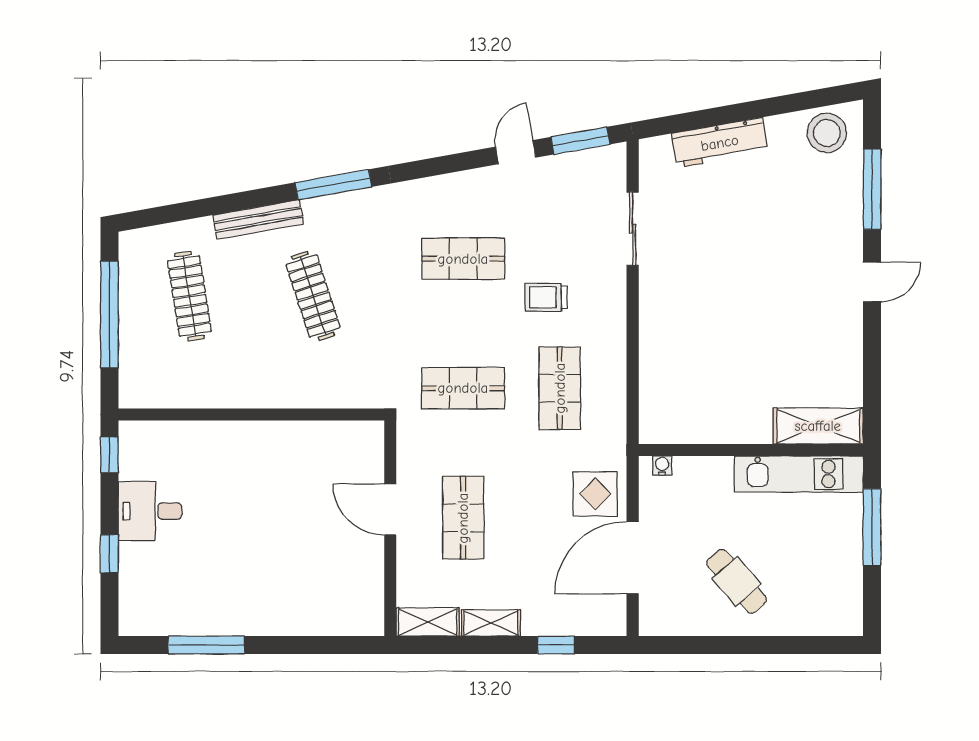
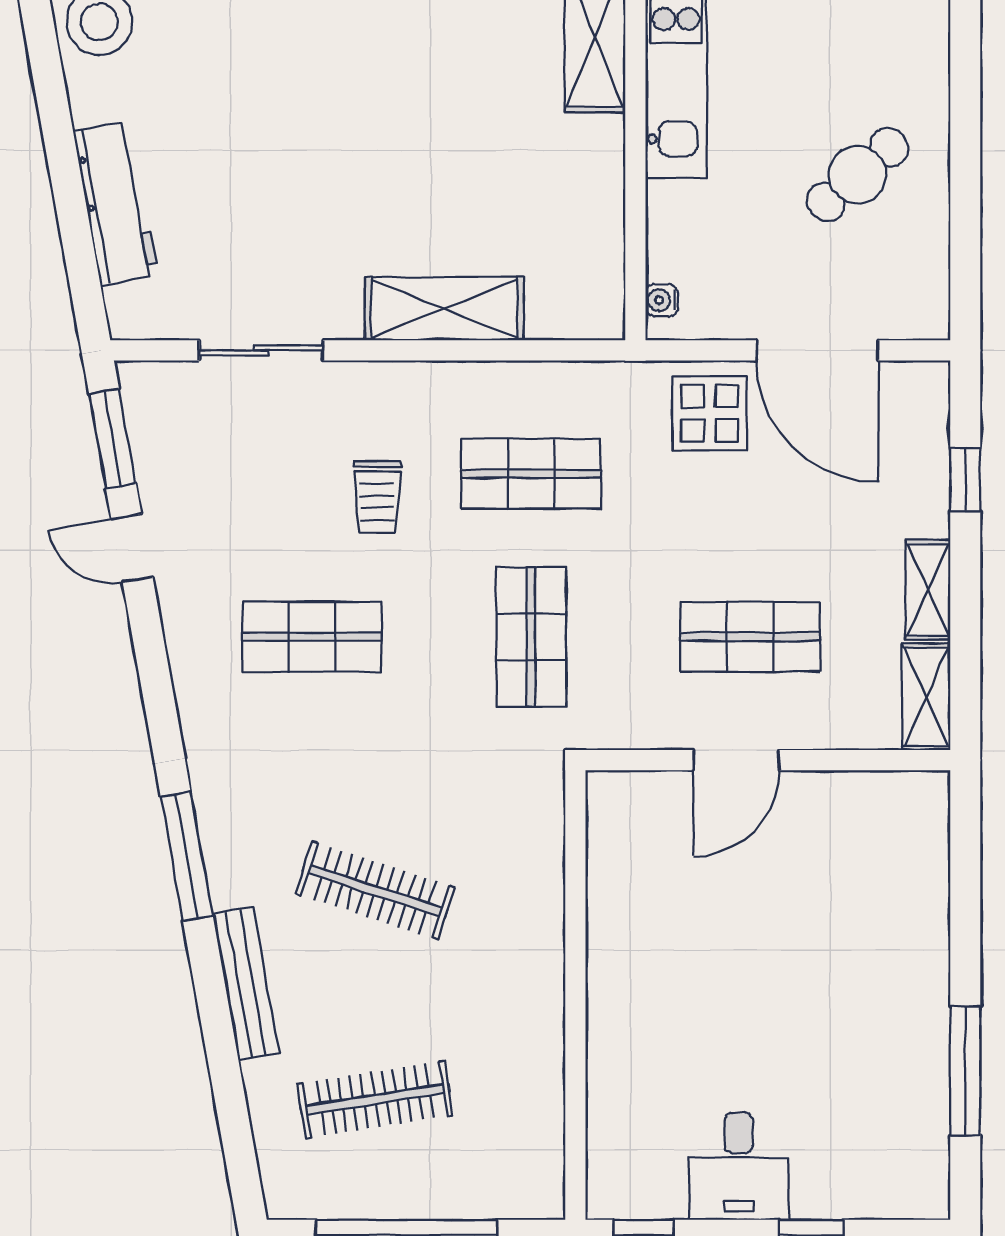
shop shelf: (463, 259) -> (312, 637), turned 90
clothes rail: (313, 296) -> (375, 891), turned 36
shelving: (657, 337) -> (444, 309), added

